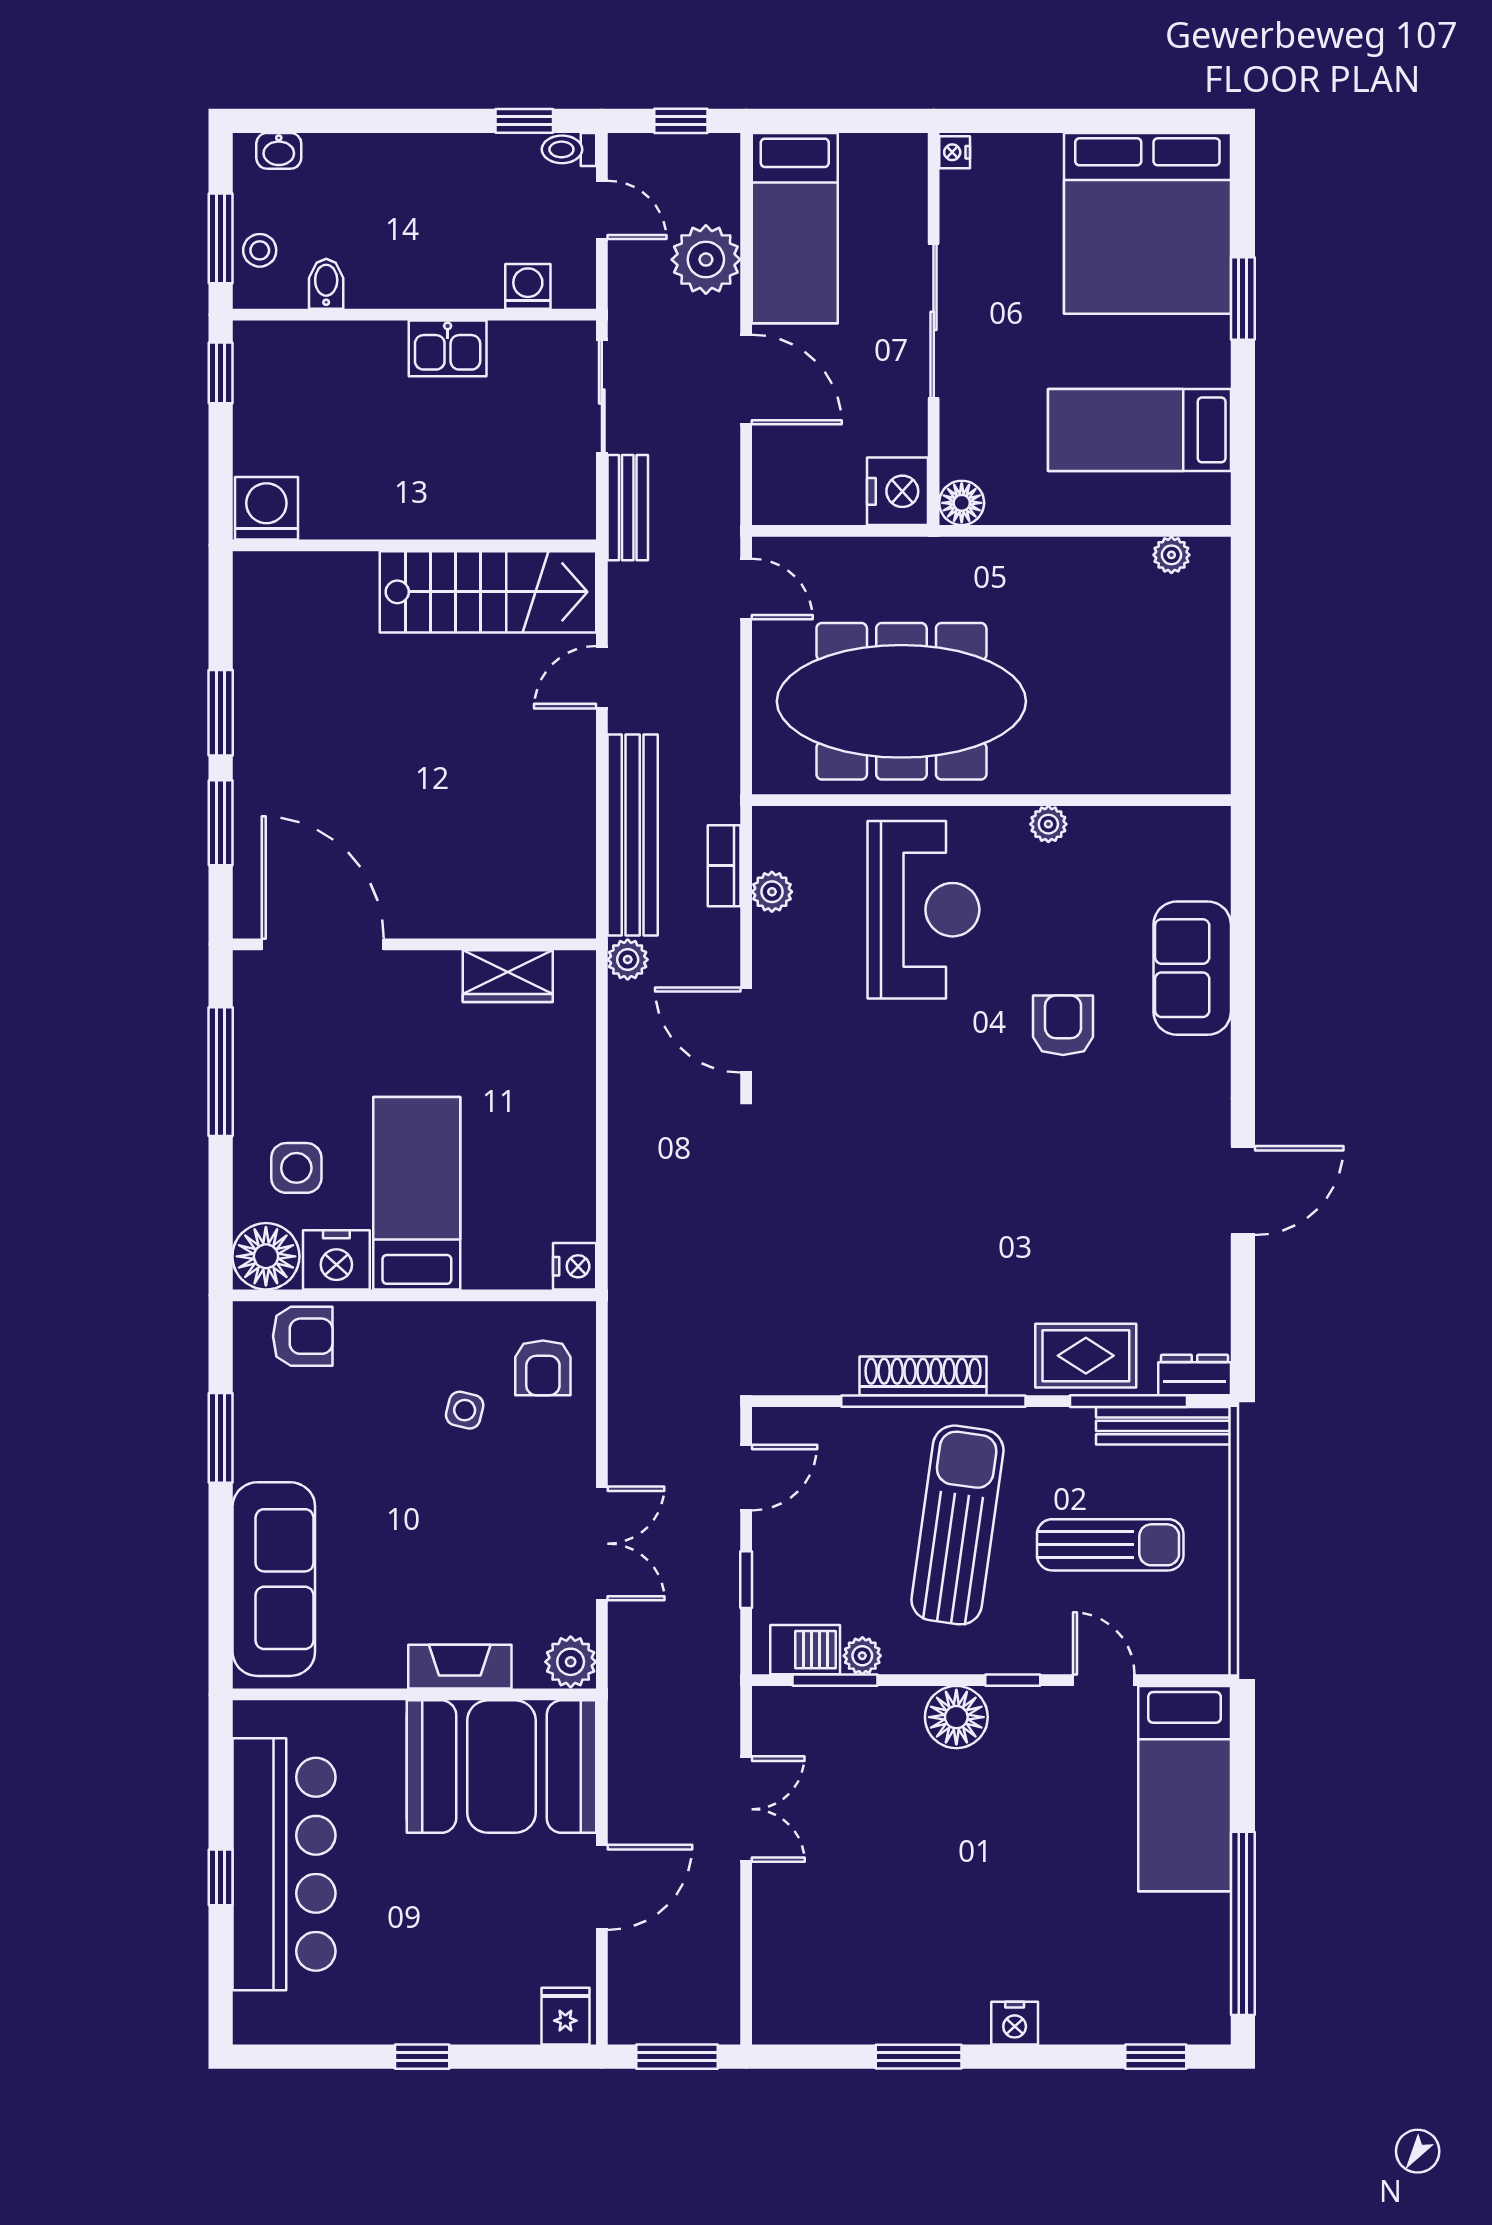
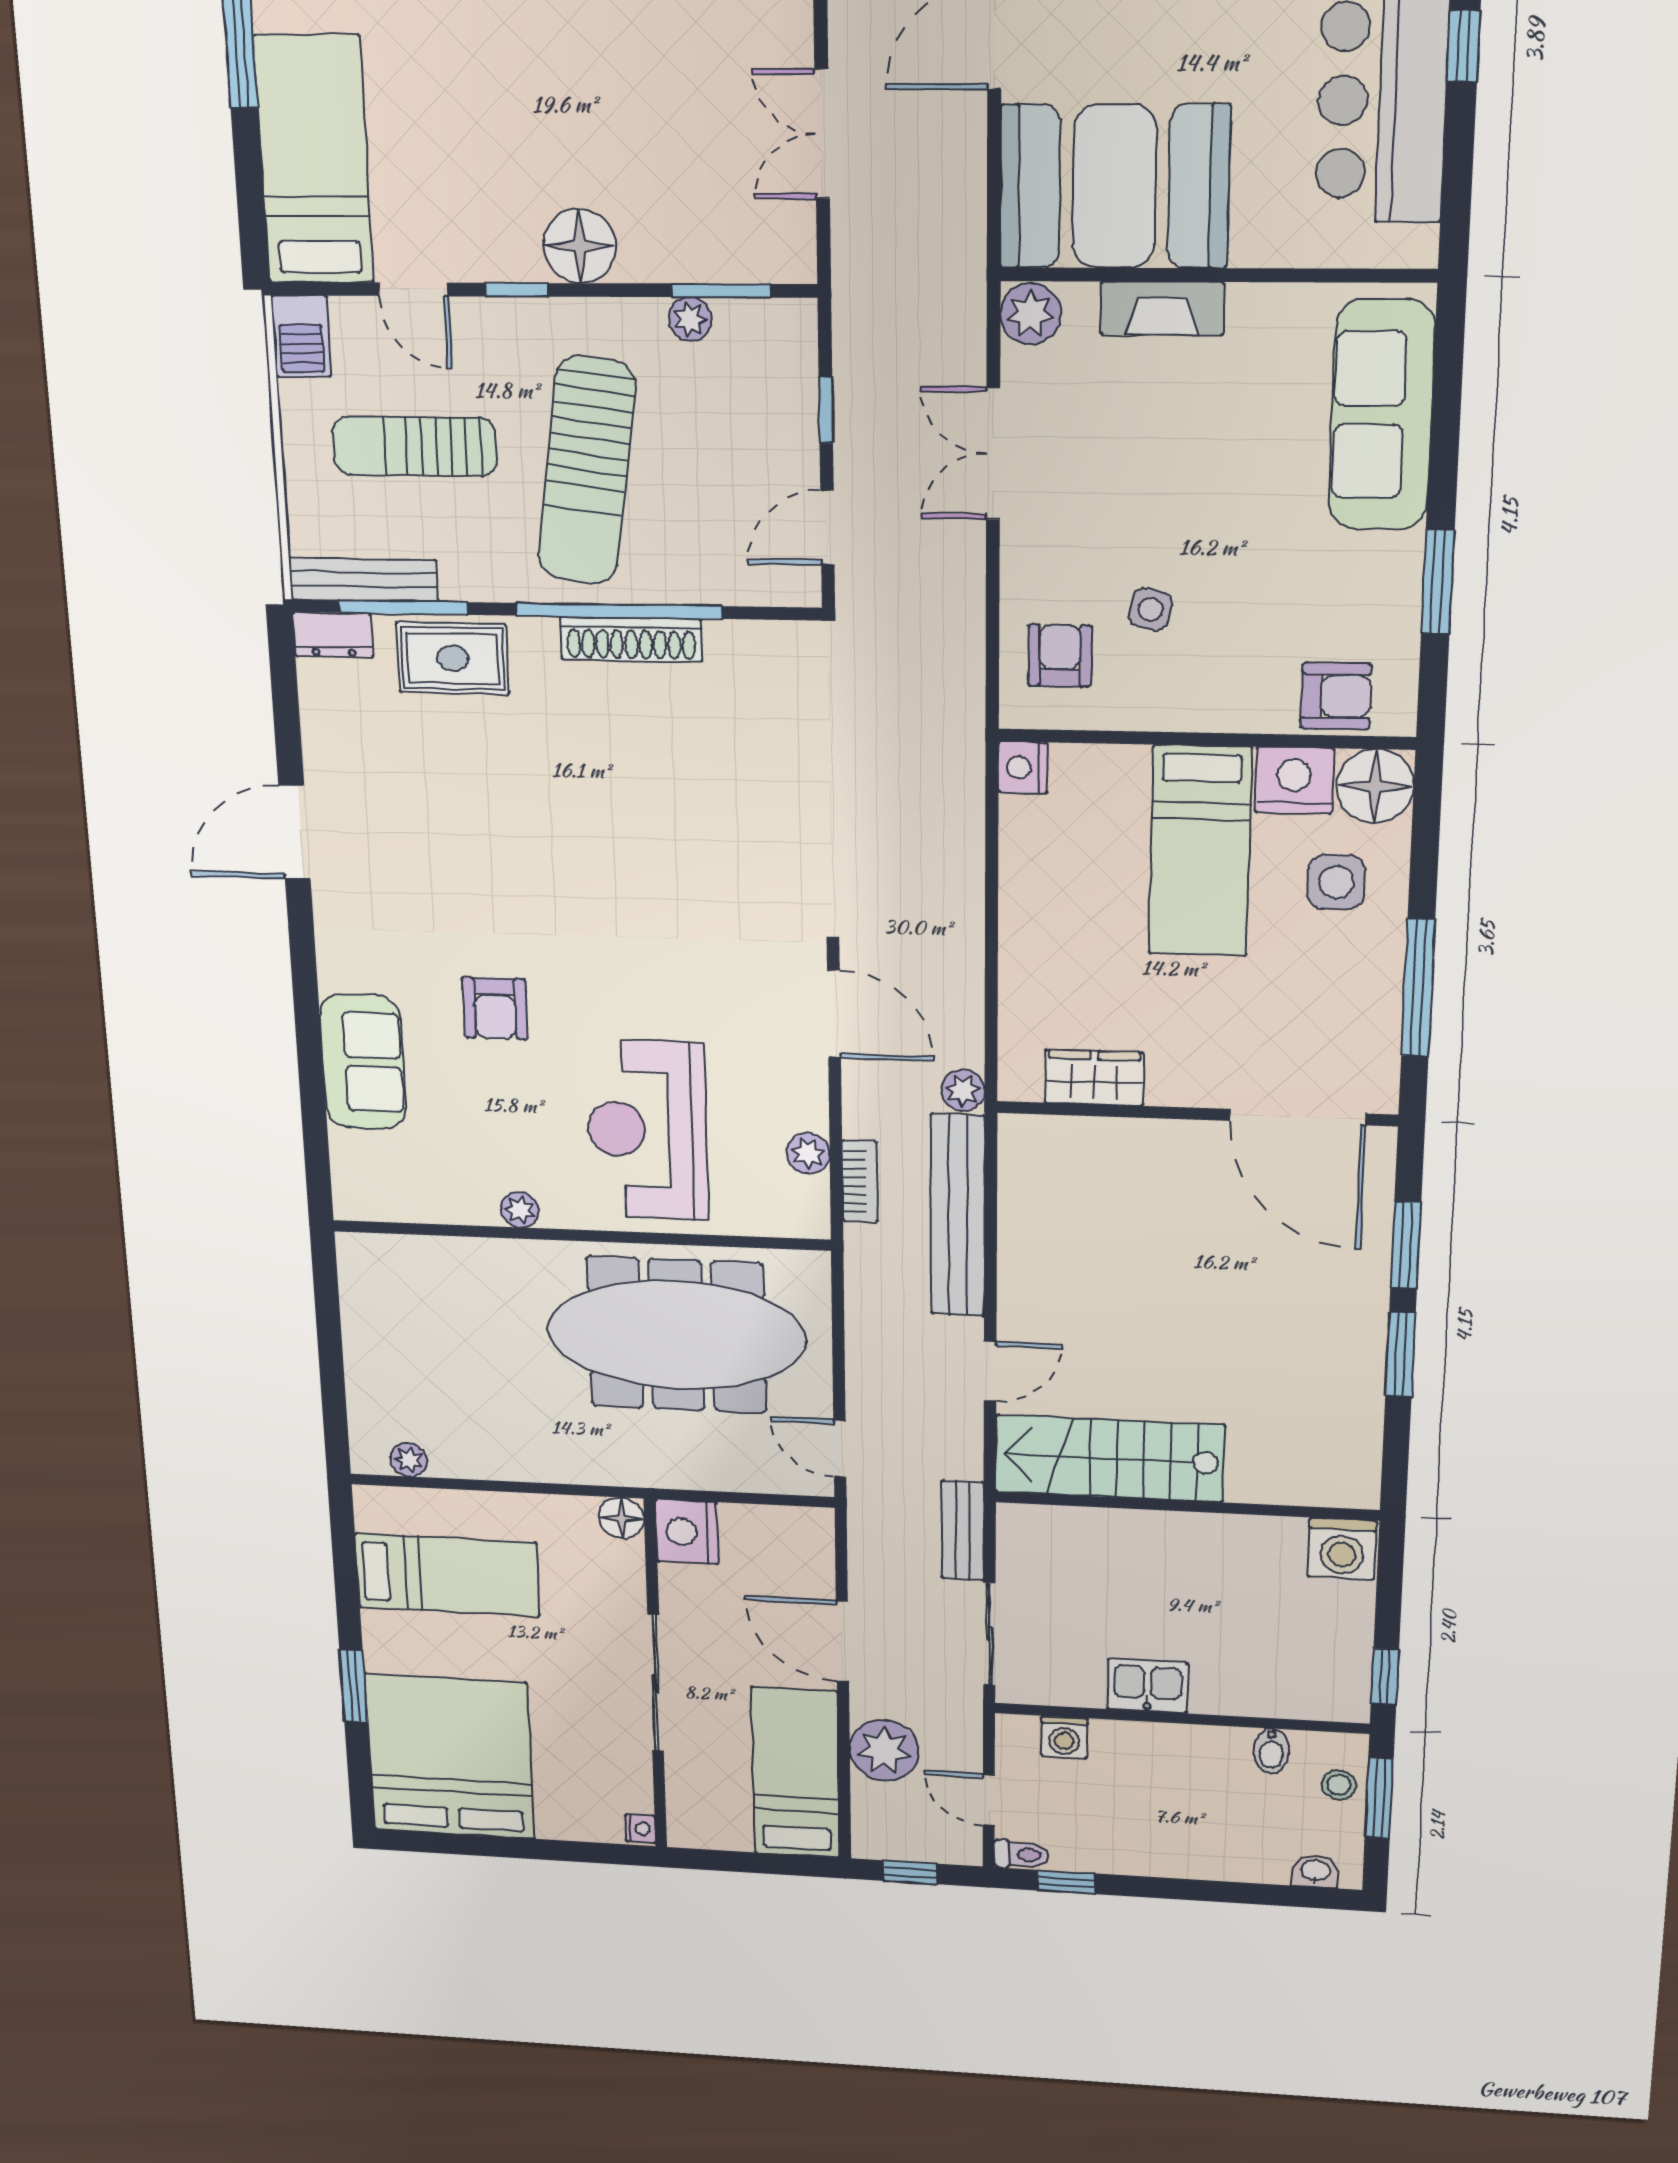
armchair: (303, 1336) -> (1336, 696), turned 180
barbecue: (805, 1650) -> (301, 336), moved, turned -90

